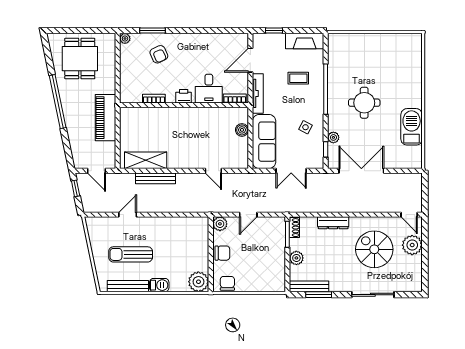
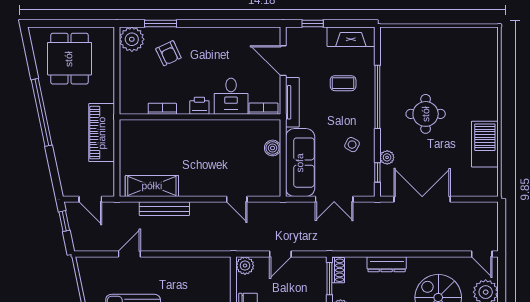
plant: (125, 38) -> (132, 39), width x1.88, depth x1.88
door: (250, 60) -> (283, 61), hinge flipped

